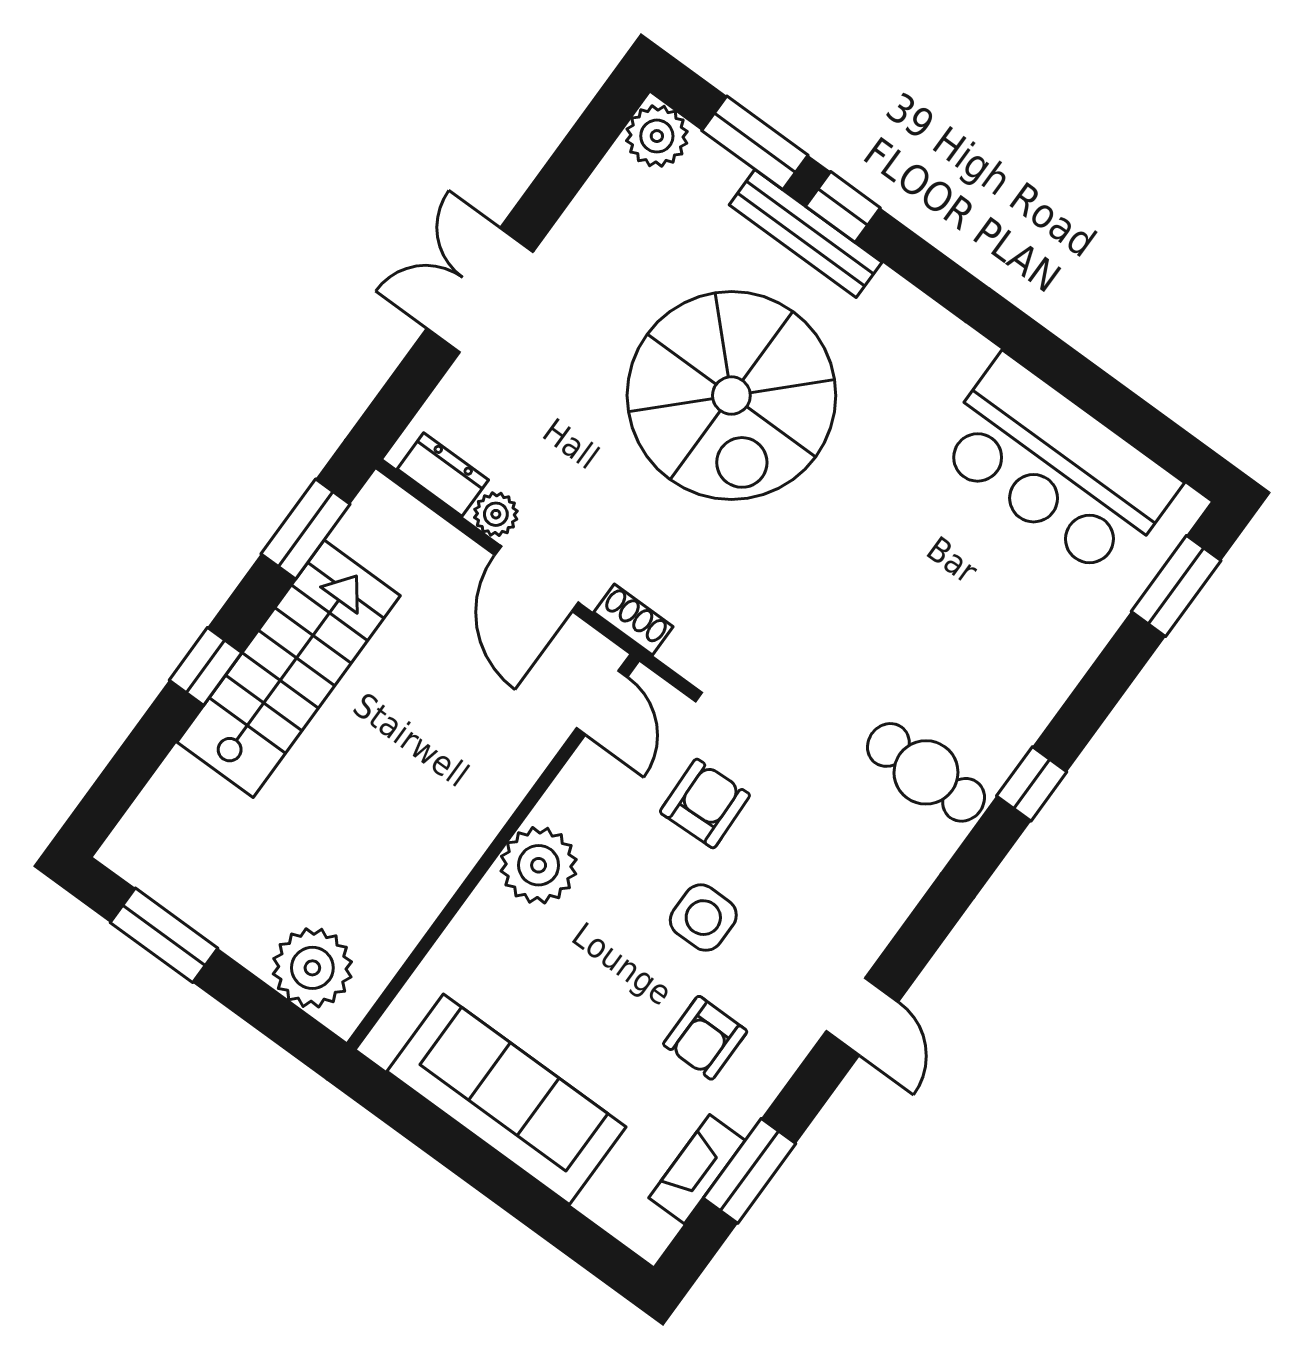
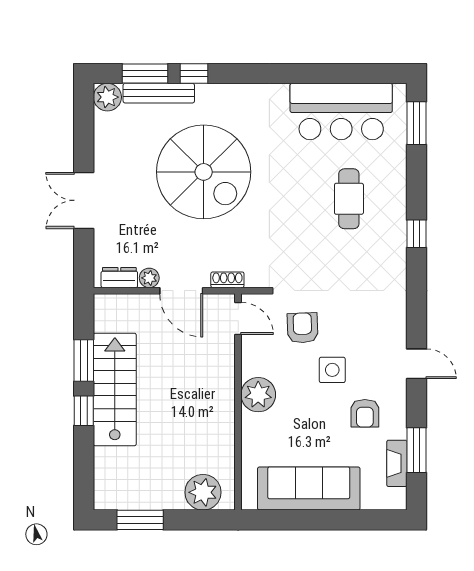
bench: (806, 234) -> (159, 93), moved
window: (306, 529) -> (84, 361), moved
cafe table: (926, 772) -> (349, 199), moved, turned 90

